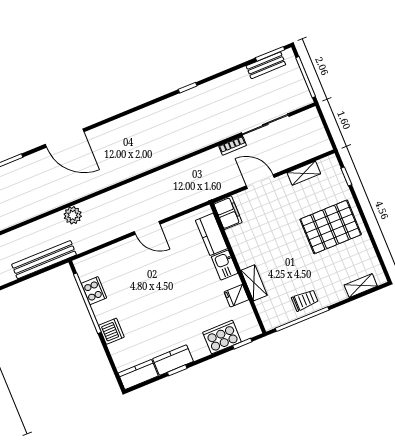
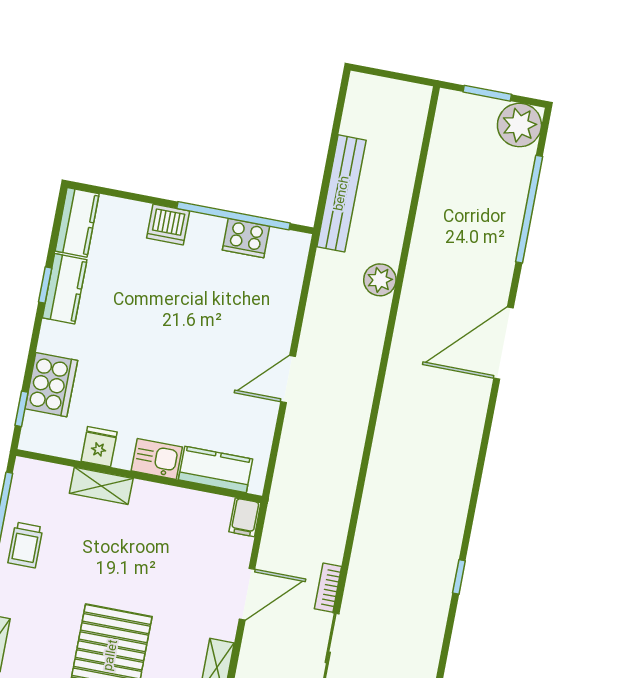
filing cabinet: (228, 213) -> (245, 517), width x0.50

